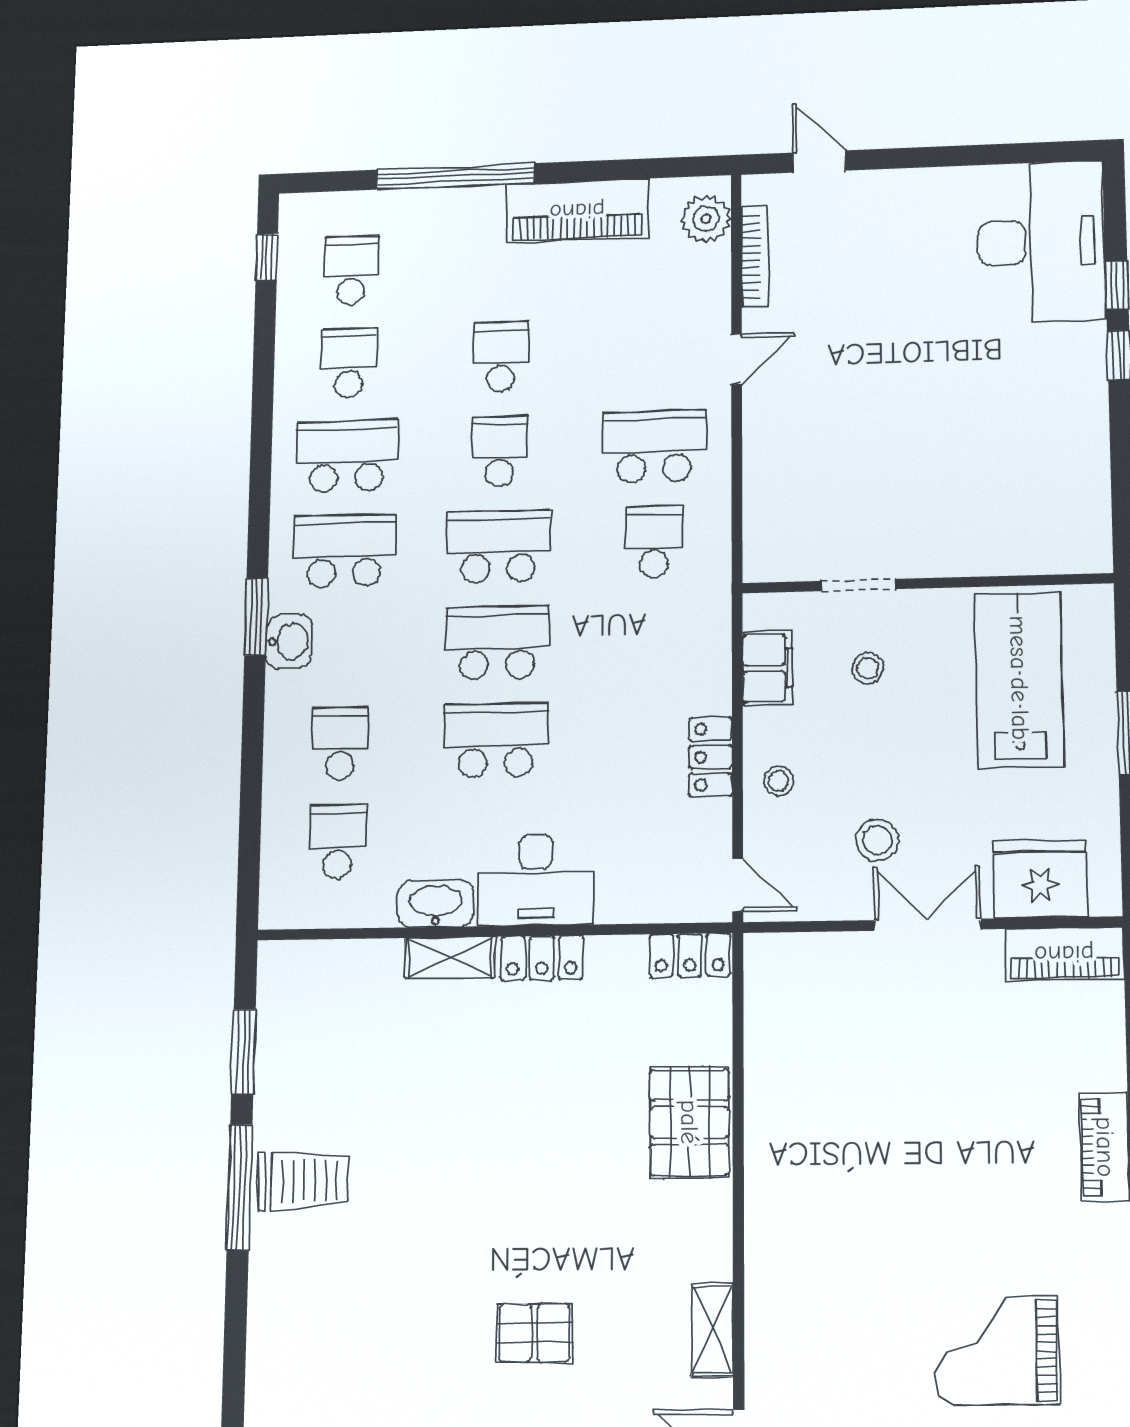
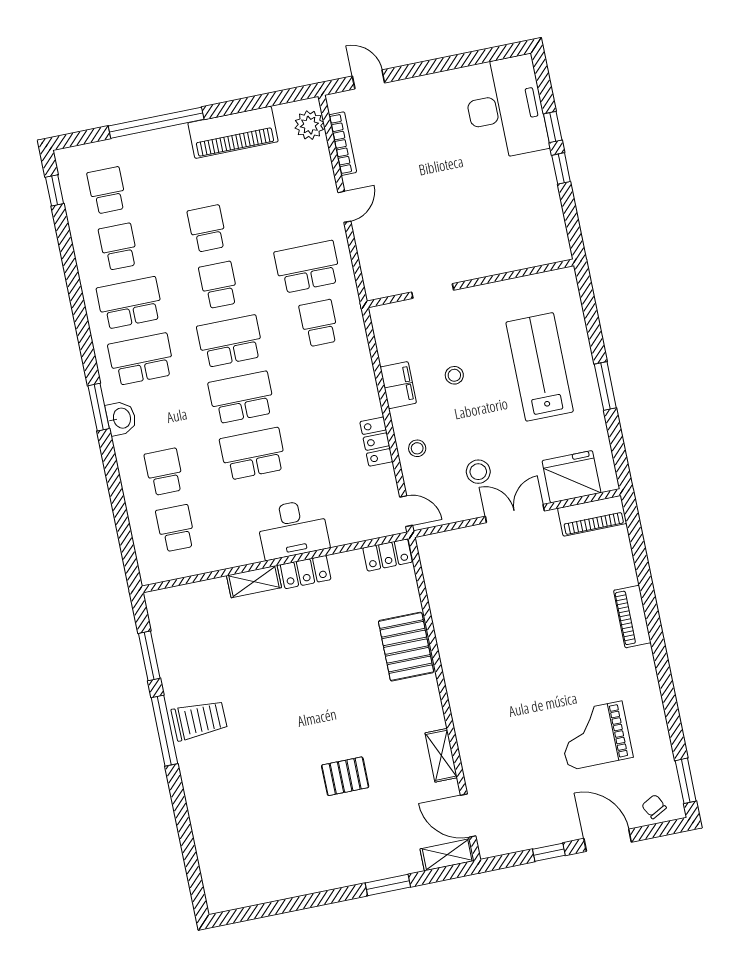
wall: (927, 583) -> (470, 283), moved
doorway: (859, 585) -> (433, 291), moved
washbasin: (436, 904) -> (239, 553), removed

